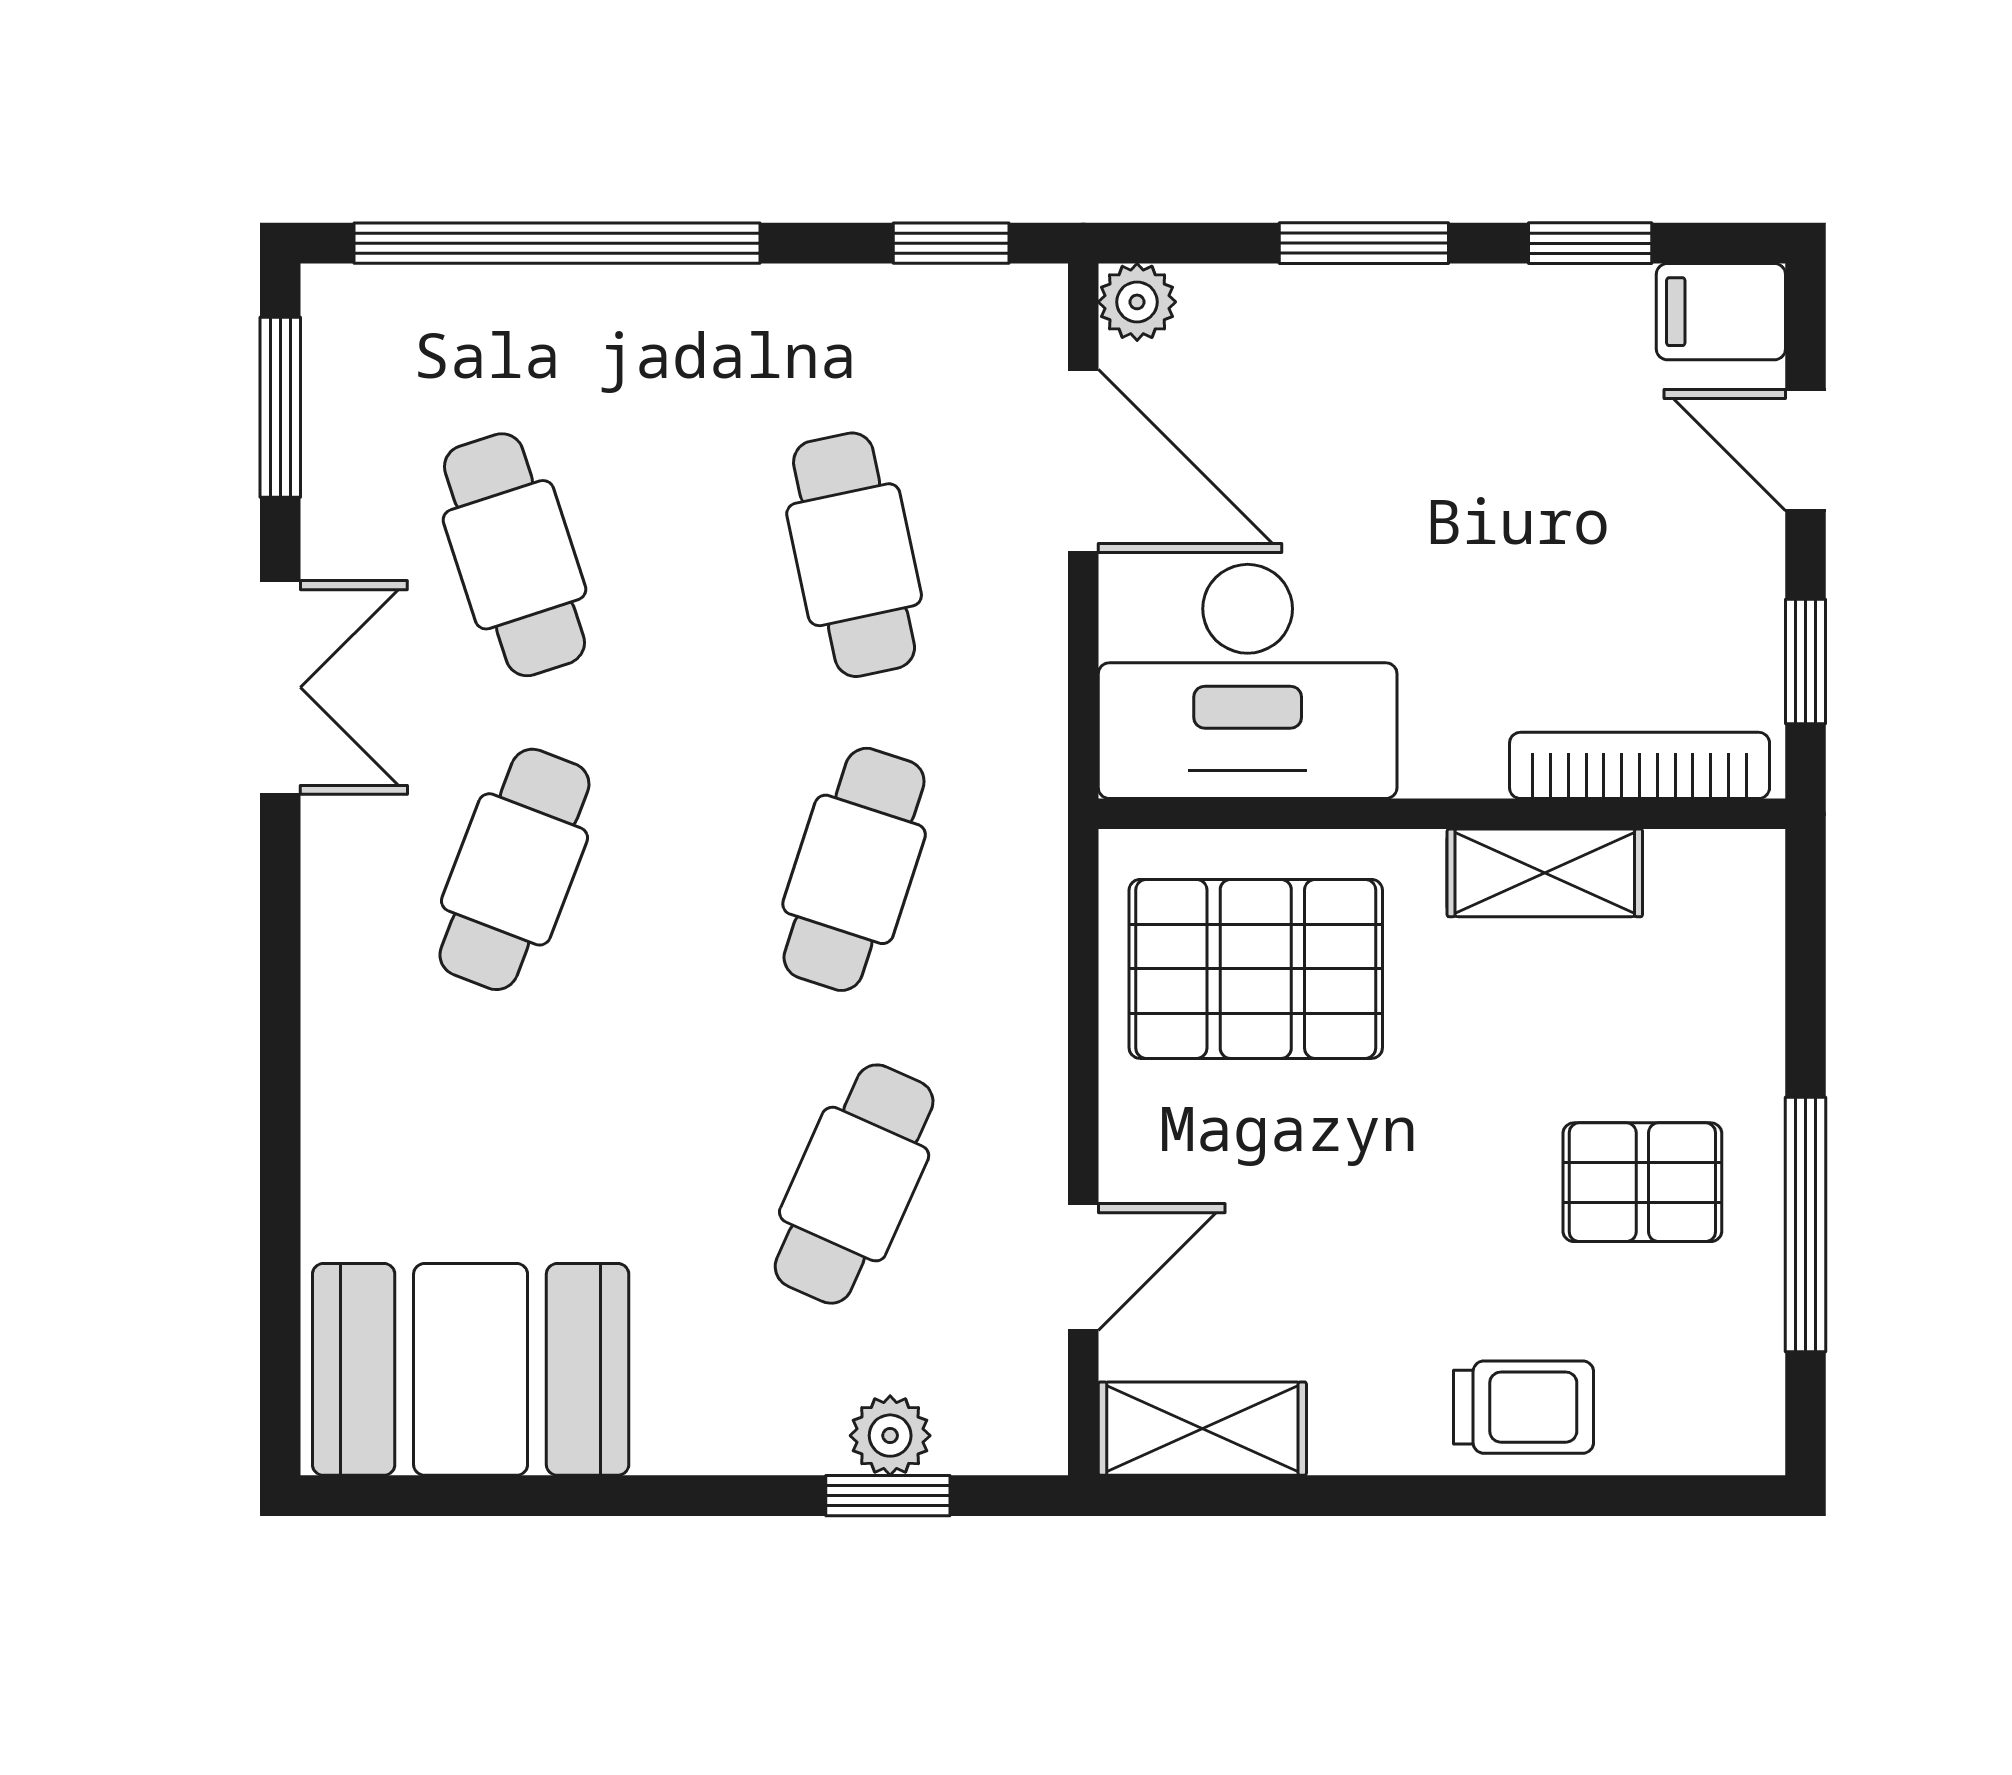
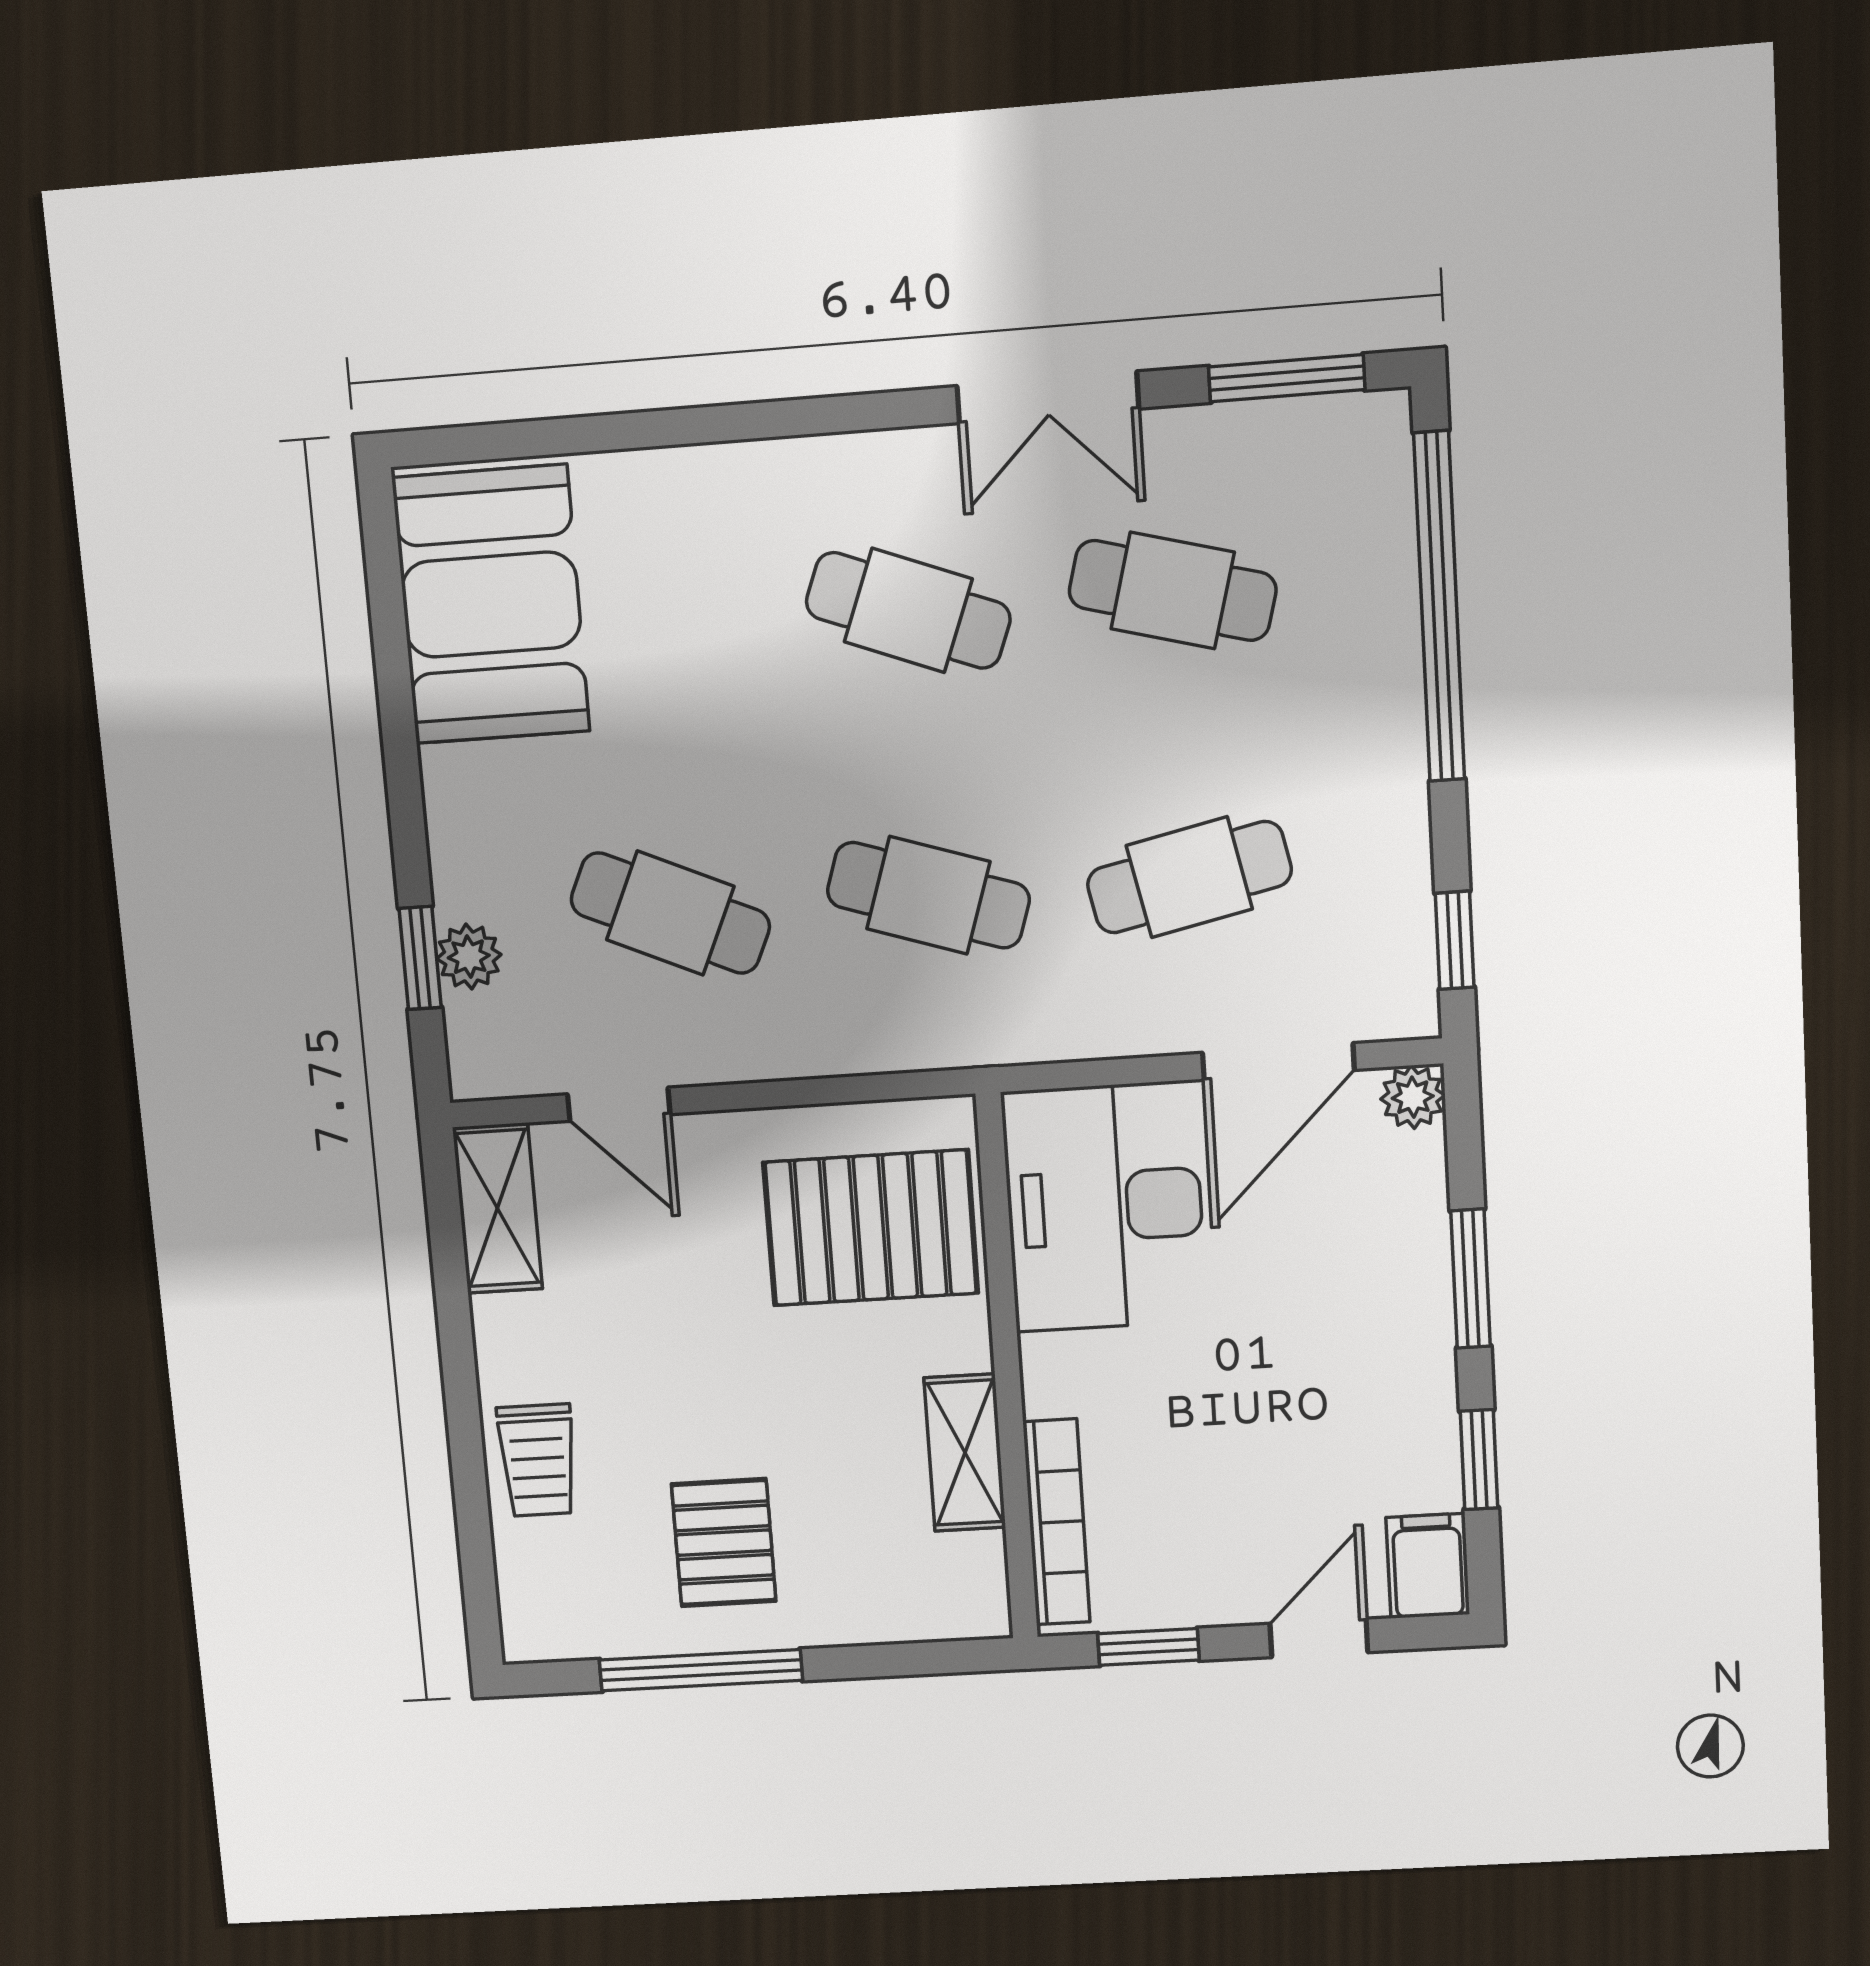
cafe table: (514, 555) -> (1173, 590), turned 33
pallet: (1256, 969) -> (871, 1228), turned 90

